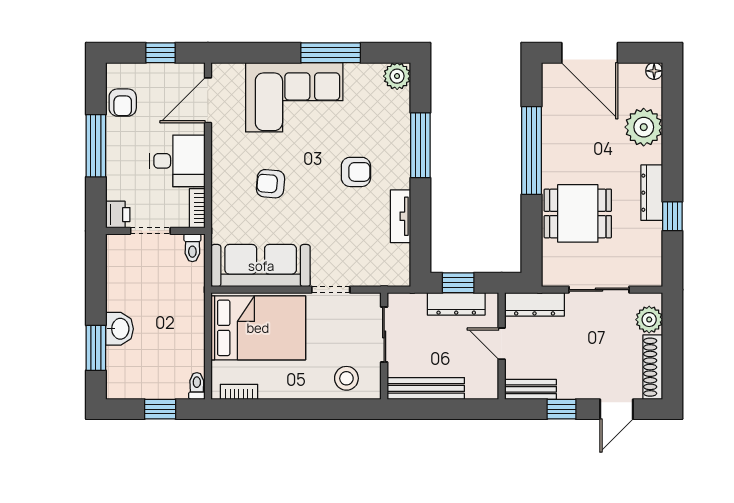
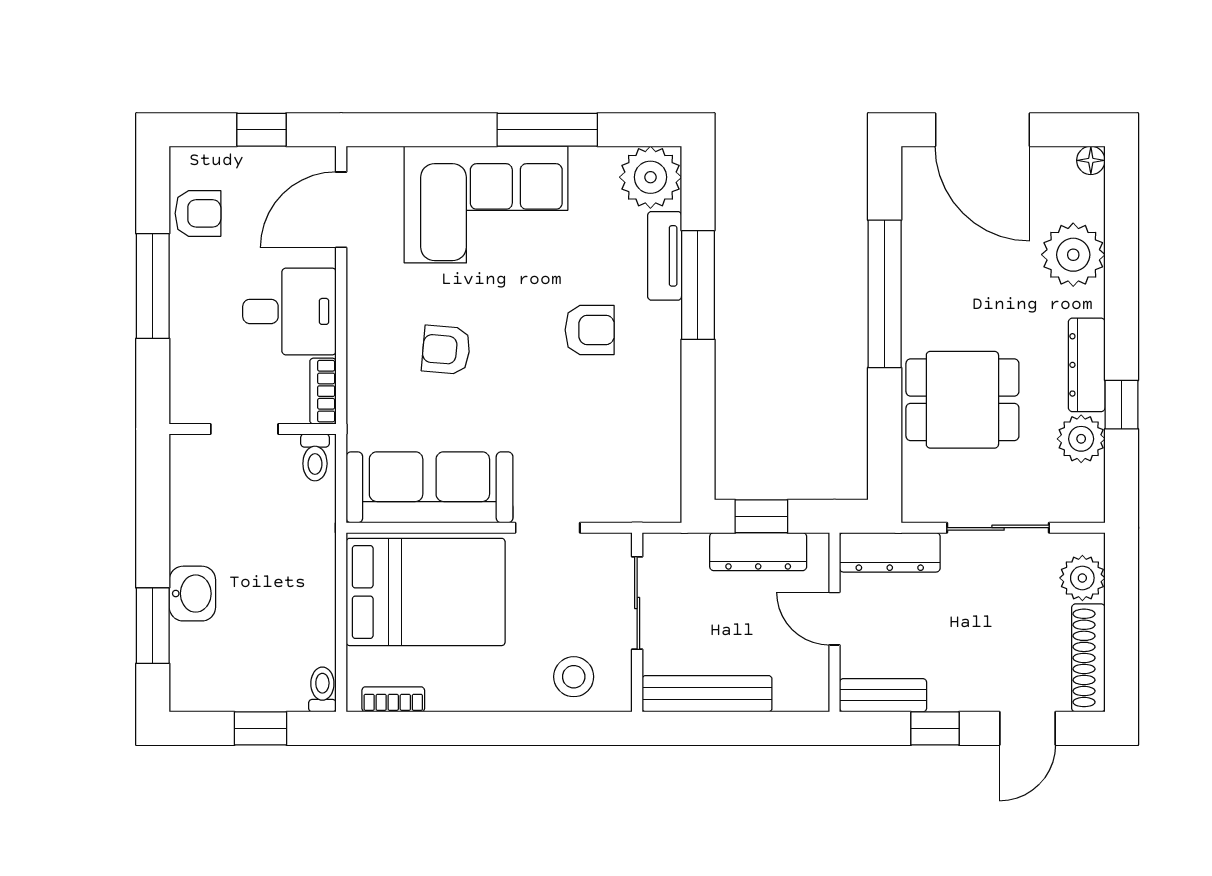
plant: (397, 76) -> (650, 177), width x1.36, depth x1.36
armchair: (123, 103) -> (198, 213), turned -90
printer: (118, 215) -> (190, 402), removed
tv unit: (401, 216) -> (665, 256), moved
plant: (648, 237) -> (1081, 439), added

